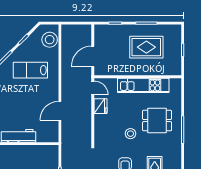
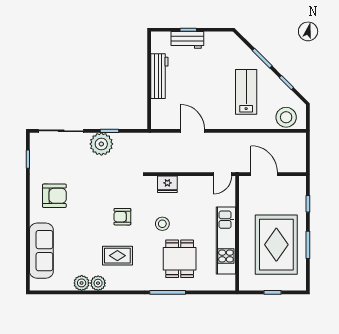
rug: (146, 47) -> (276, 245), width x1.37, depth x1.44
fridge: (100, 106) -> (167, 184), moved

